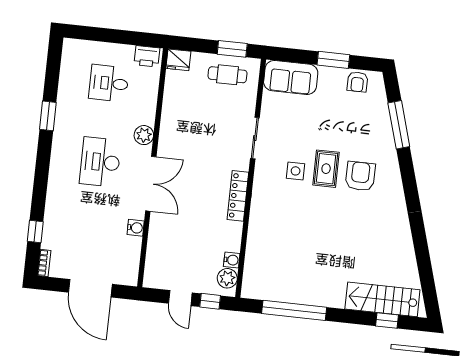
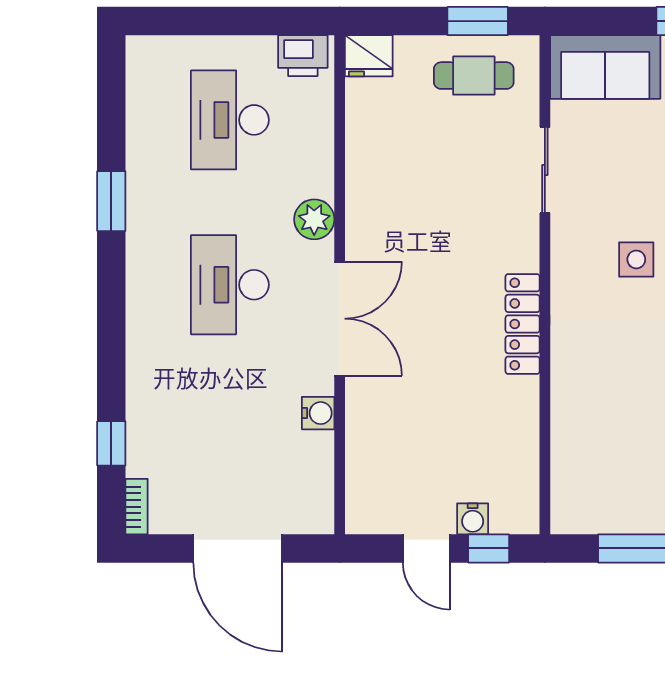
desk: (109, 83) -> (230, 120), width x1.37
sliding door: (255, 138) -> (545, 170), moved
water cooler: (232, 260) -> (473, 519), moved, turned 90
plant: (227, 278) -> (519, 497), removed

